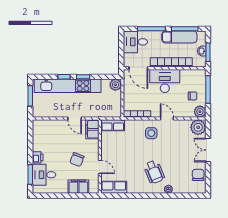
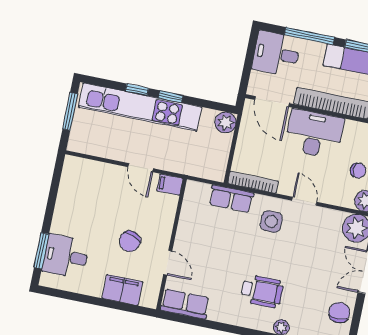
row of seats: (113, 125) -> (231, 199), moved
filing cabinet: (92, 129) -> (170, 185), width x0.50
printer: (38, 157) -> (61, 223), removed
wheelchair: (154, 172) -> (262, 291), turned -68

